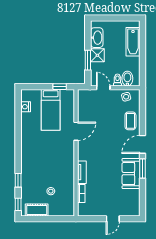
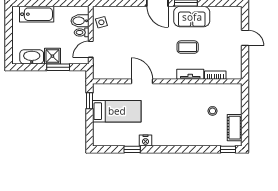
nightstand: (26, 107) -> (145, 141), moved
coffee table: (130, 121) -> (188, 47), moved
window: (18, 180) -> (132, 149), moved

